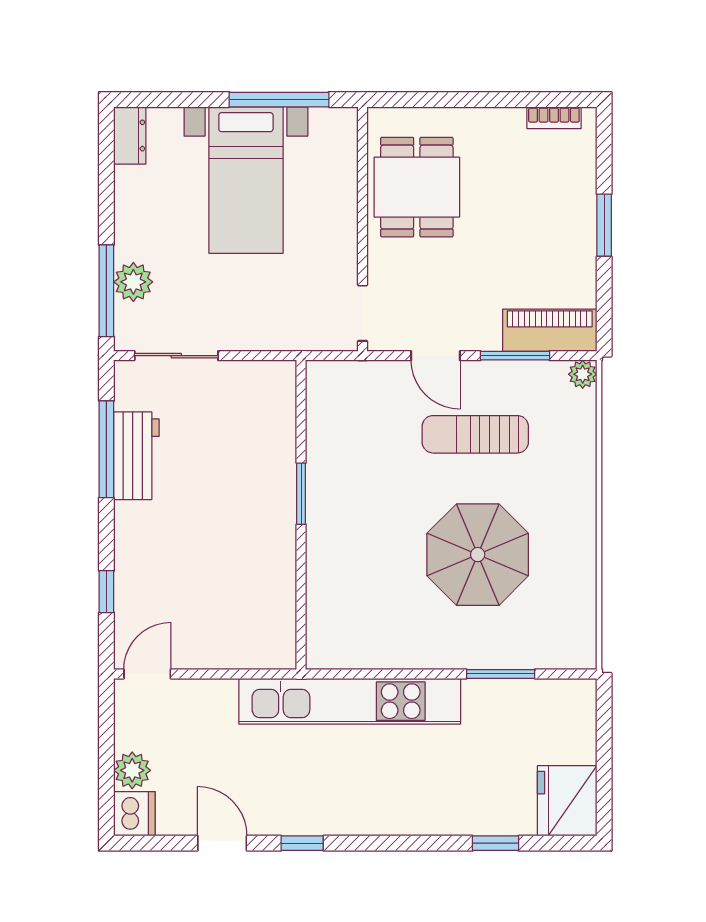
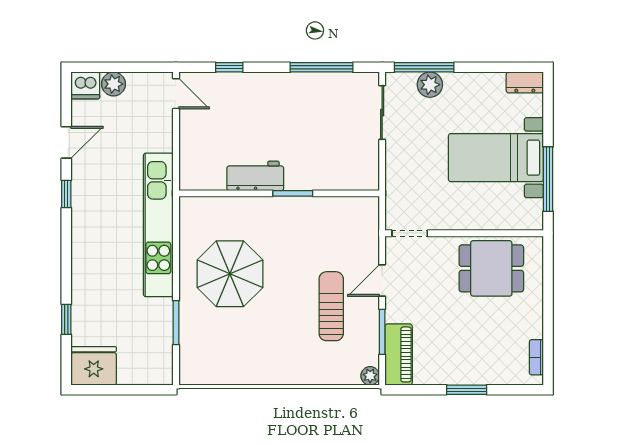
workbench: (136, 456) -> (255, 176), moved, turned 180
parasol: (478, 555) -> (230, 274), moved

